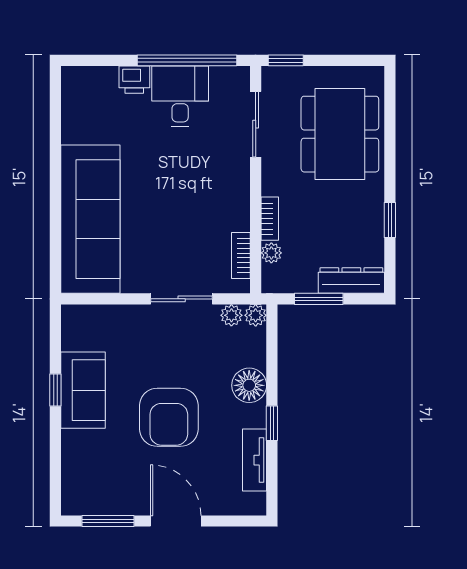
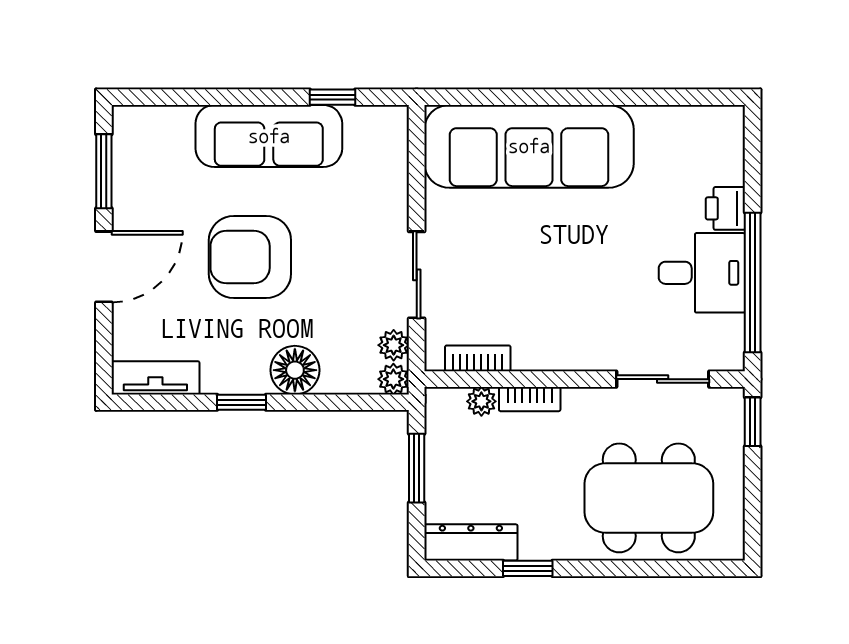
dresser: (351, 280) -> (471, 542), moved, turned -90
window: (55, 390) -> (333, 97), moved
sofa: (83, 390) -> (269, 136), width x1.36
tv unit: (255, 460) -> (155, 378), moved

